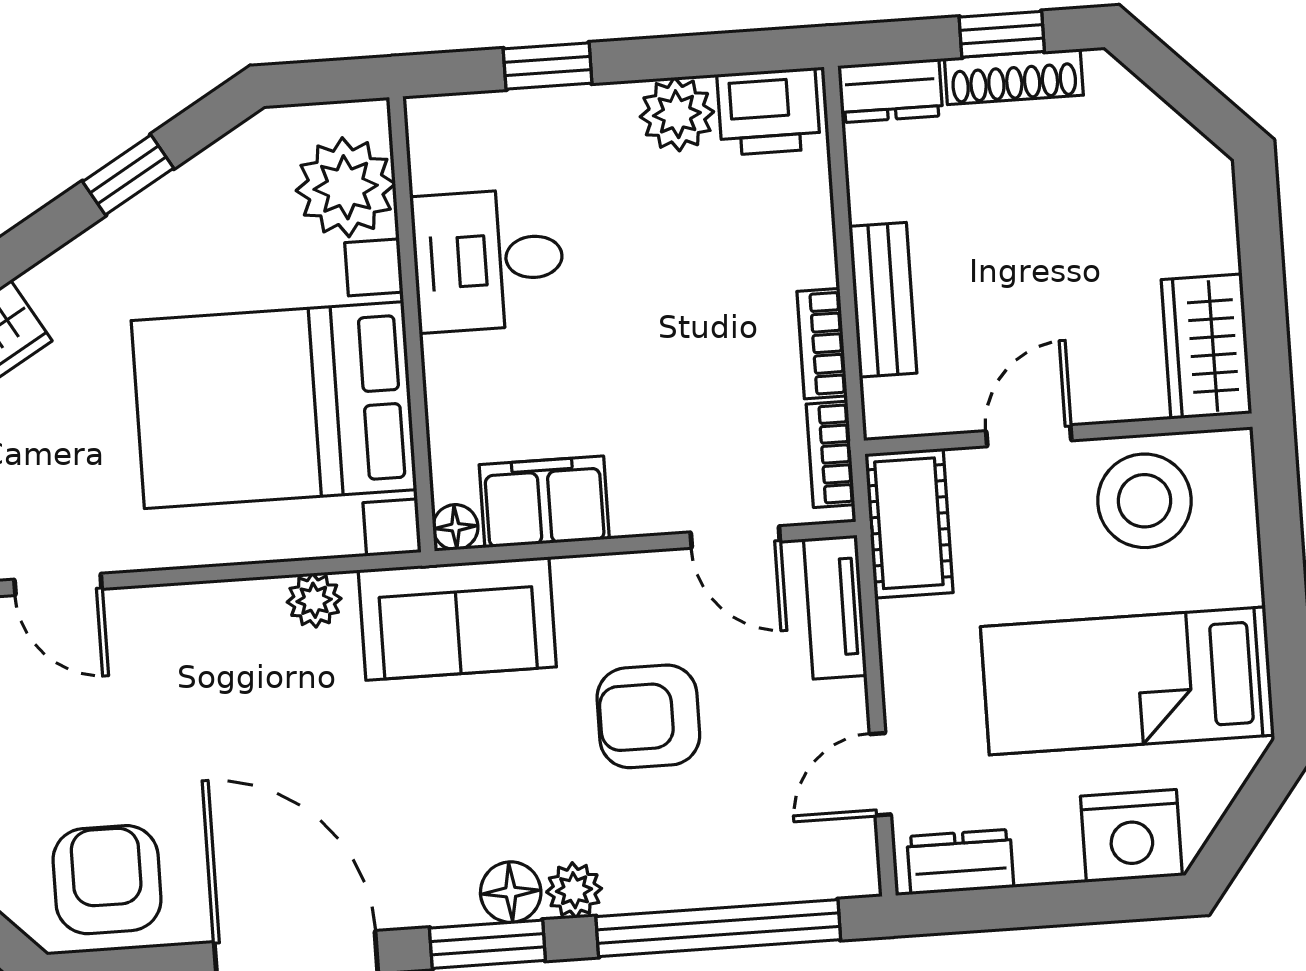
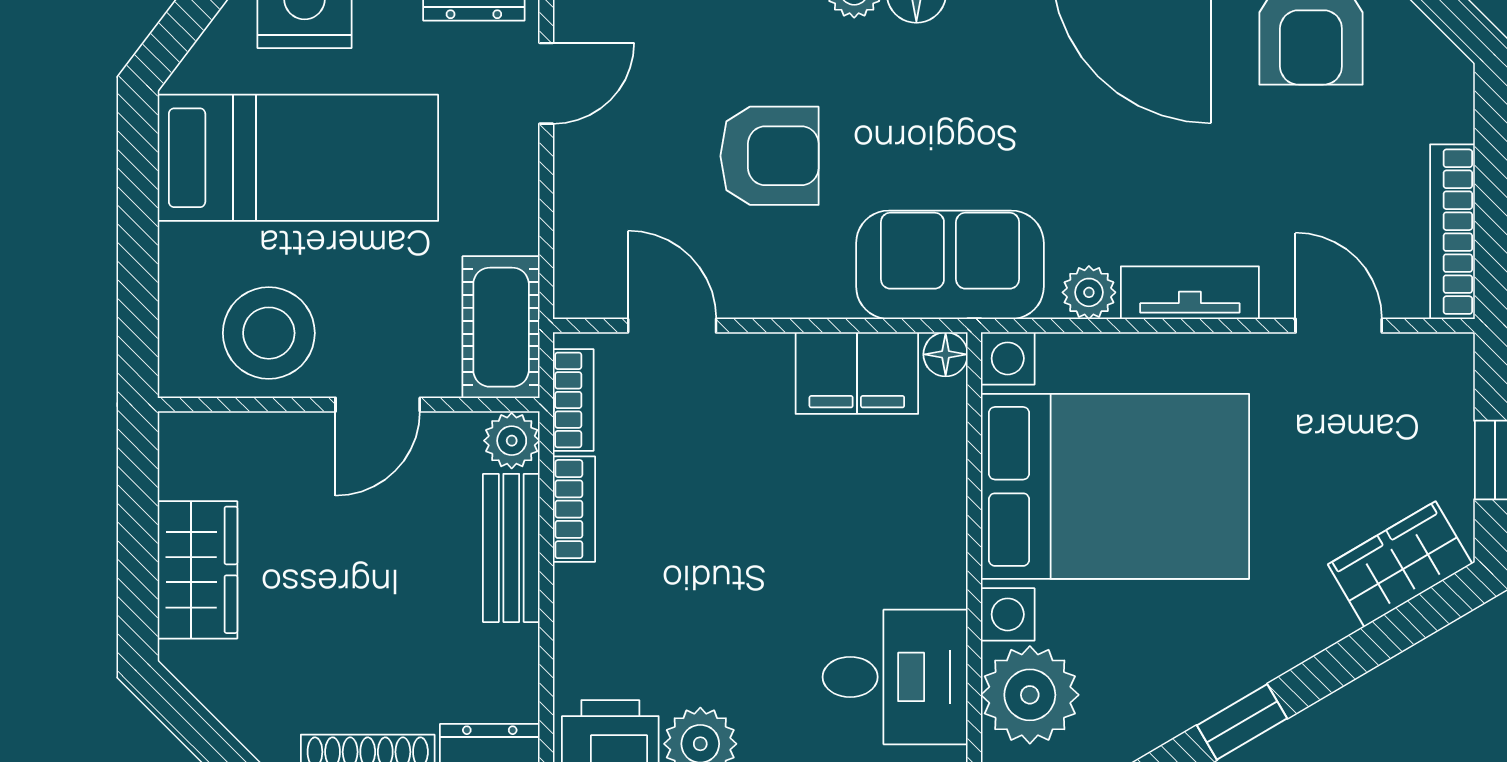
desk: (488, 260) -> (895, 677), moved
wardrobe: (1207, 346) -> (197, 570), moved
plant: (890, 409) -> (512, 441), added
tv unit: (835, 607) -> (1190, 293), moved, turned -90

